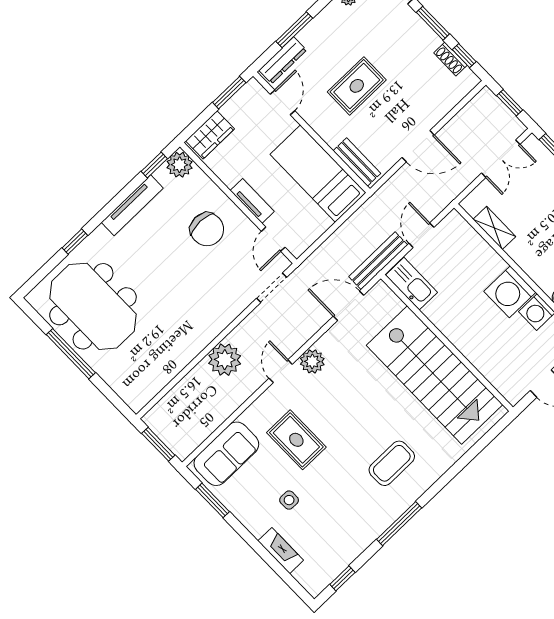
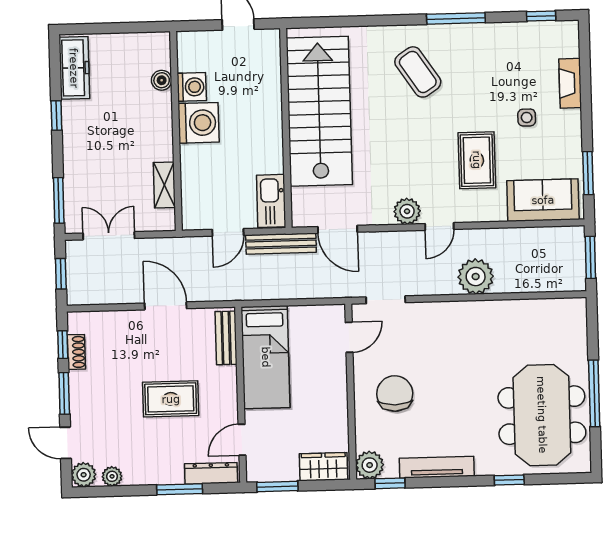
tv unit: (252, 201) -> (338, 383), removed
coffee table: (392, 463) -> (418, 72), turned 56

